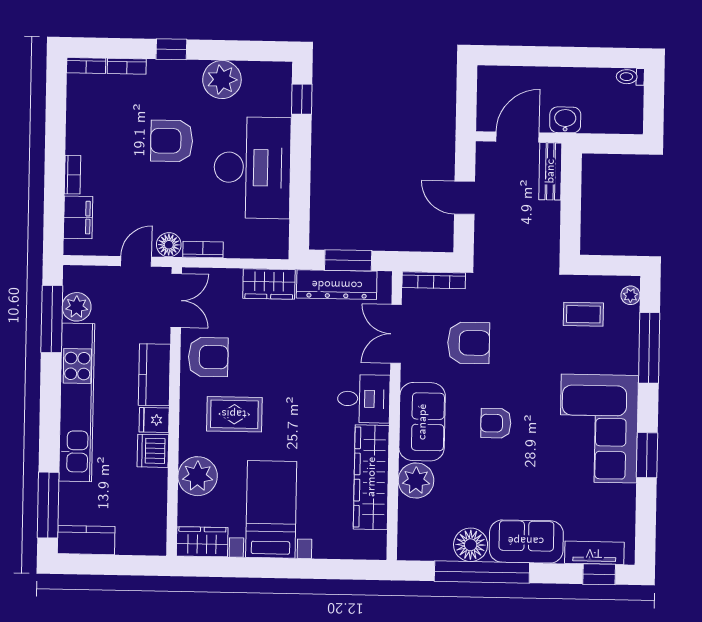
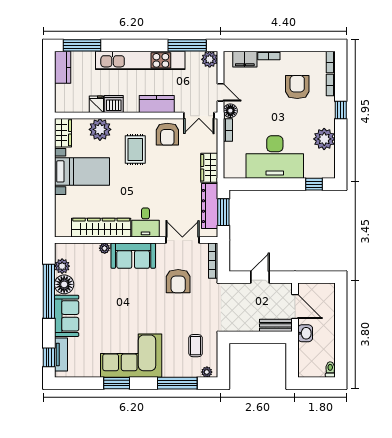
armchair: (172, 141) -> (297, 87), moved
plant: (77, 307) -> (210, 59), moved
fridge: (154, 420) -> (96, 104), moved
armchair: (496, 423) -> (133, 297), removed
plant: (416, 481) -> (105, 248), width x0.53, depth x0.53
plant: (438, 548) -> (62, 266), added

